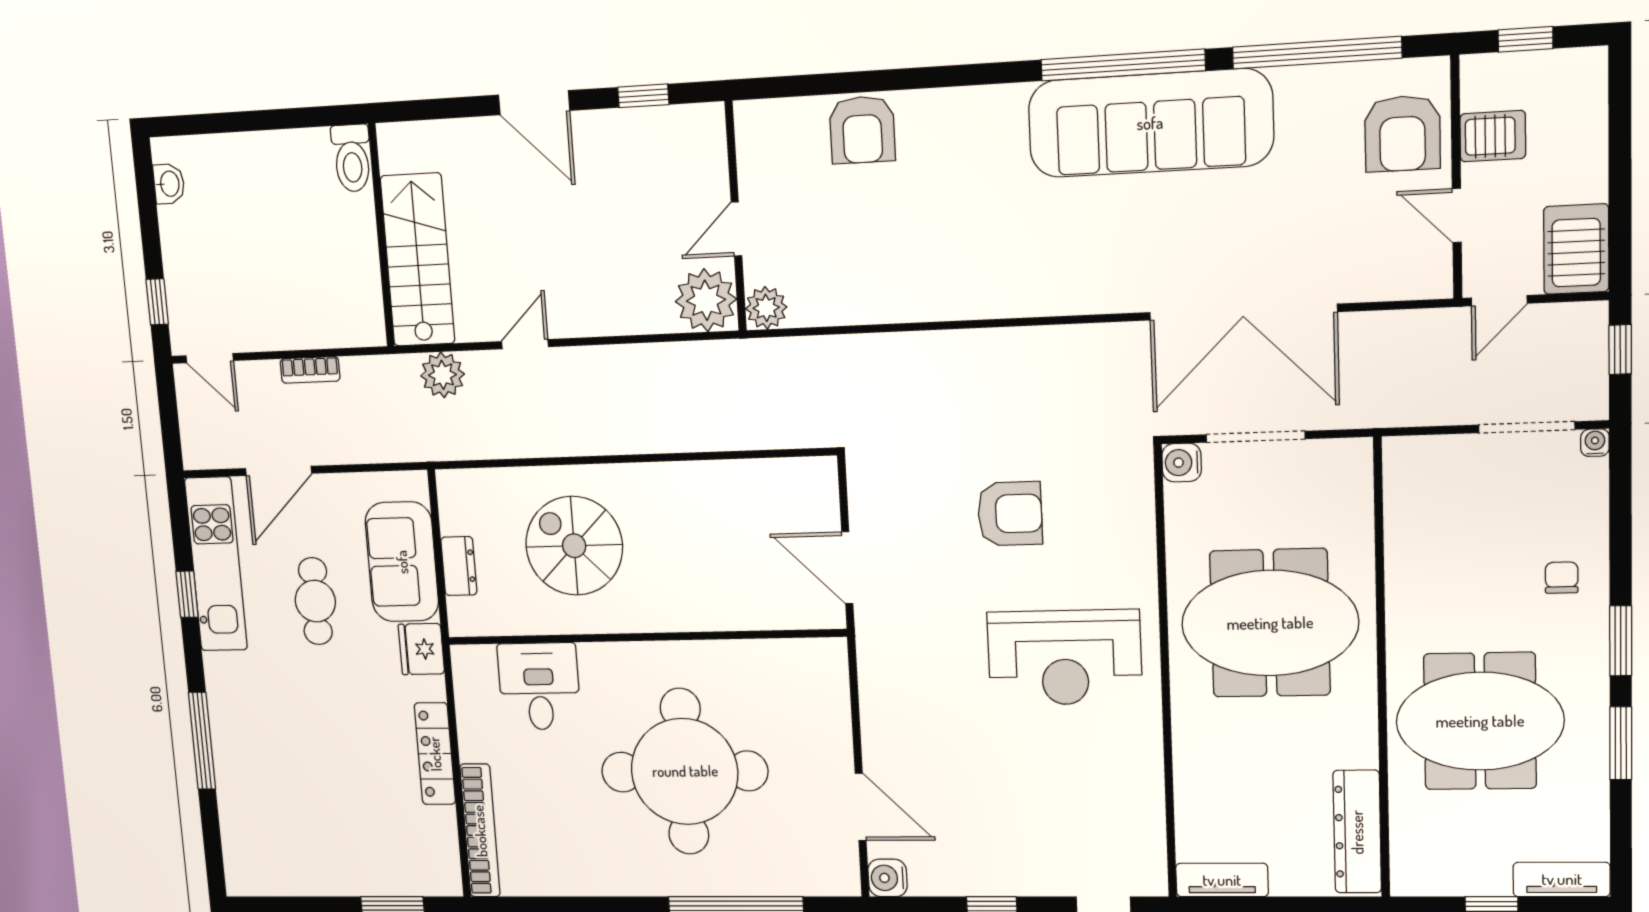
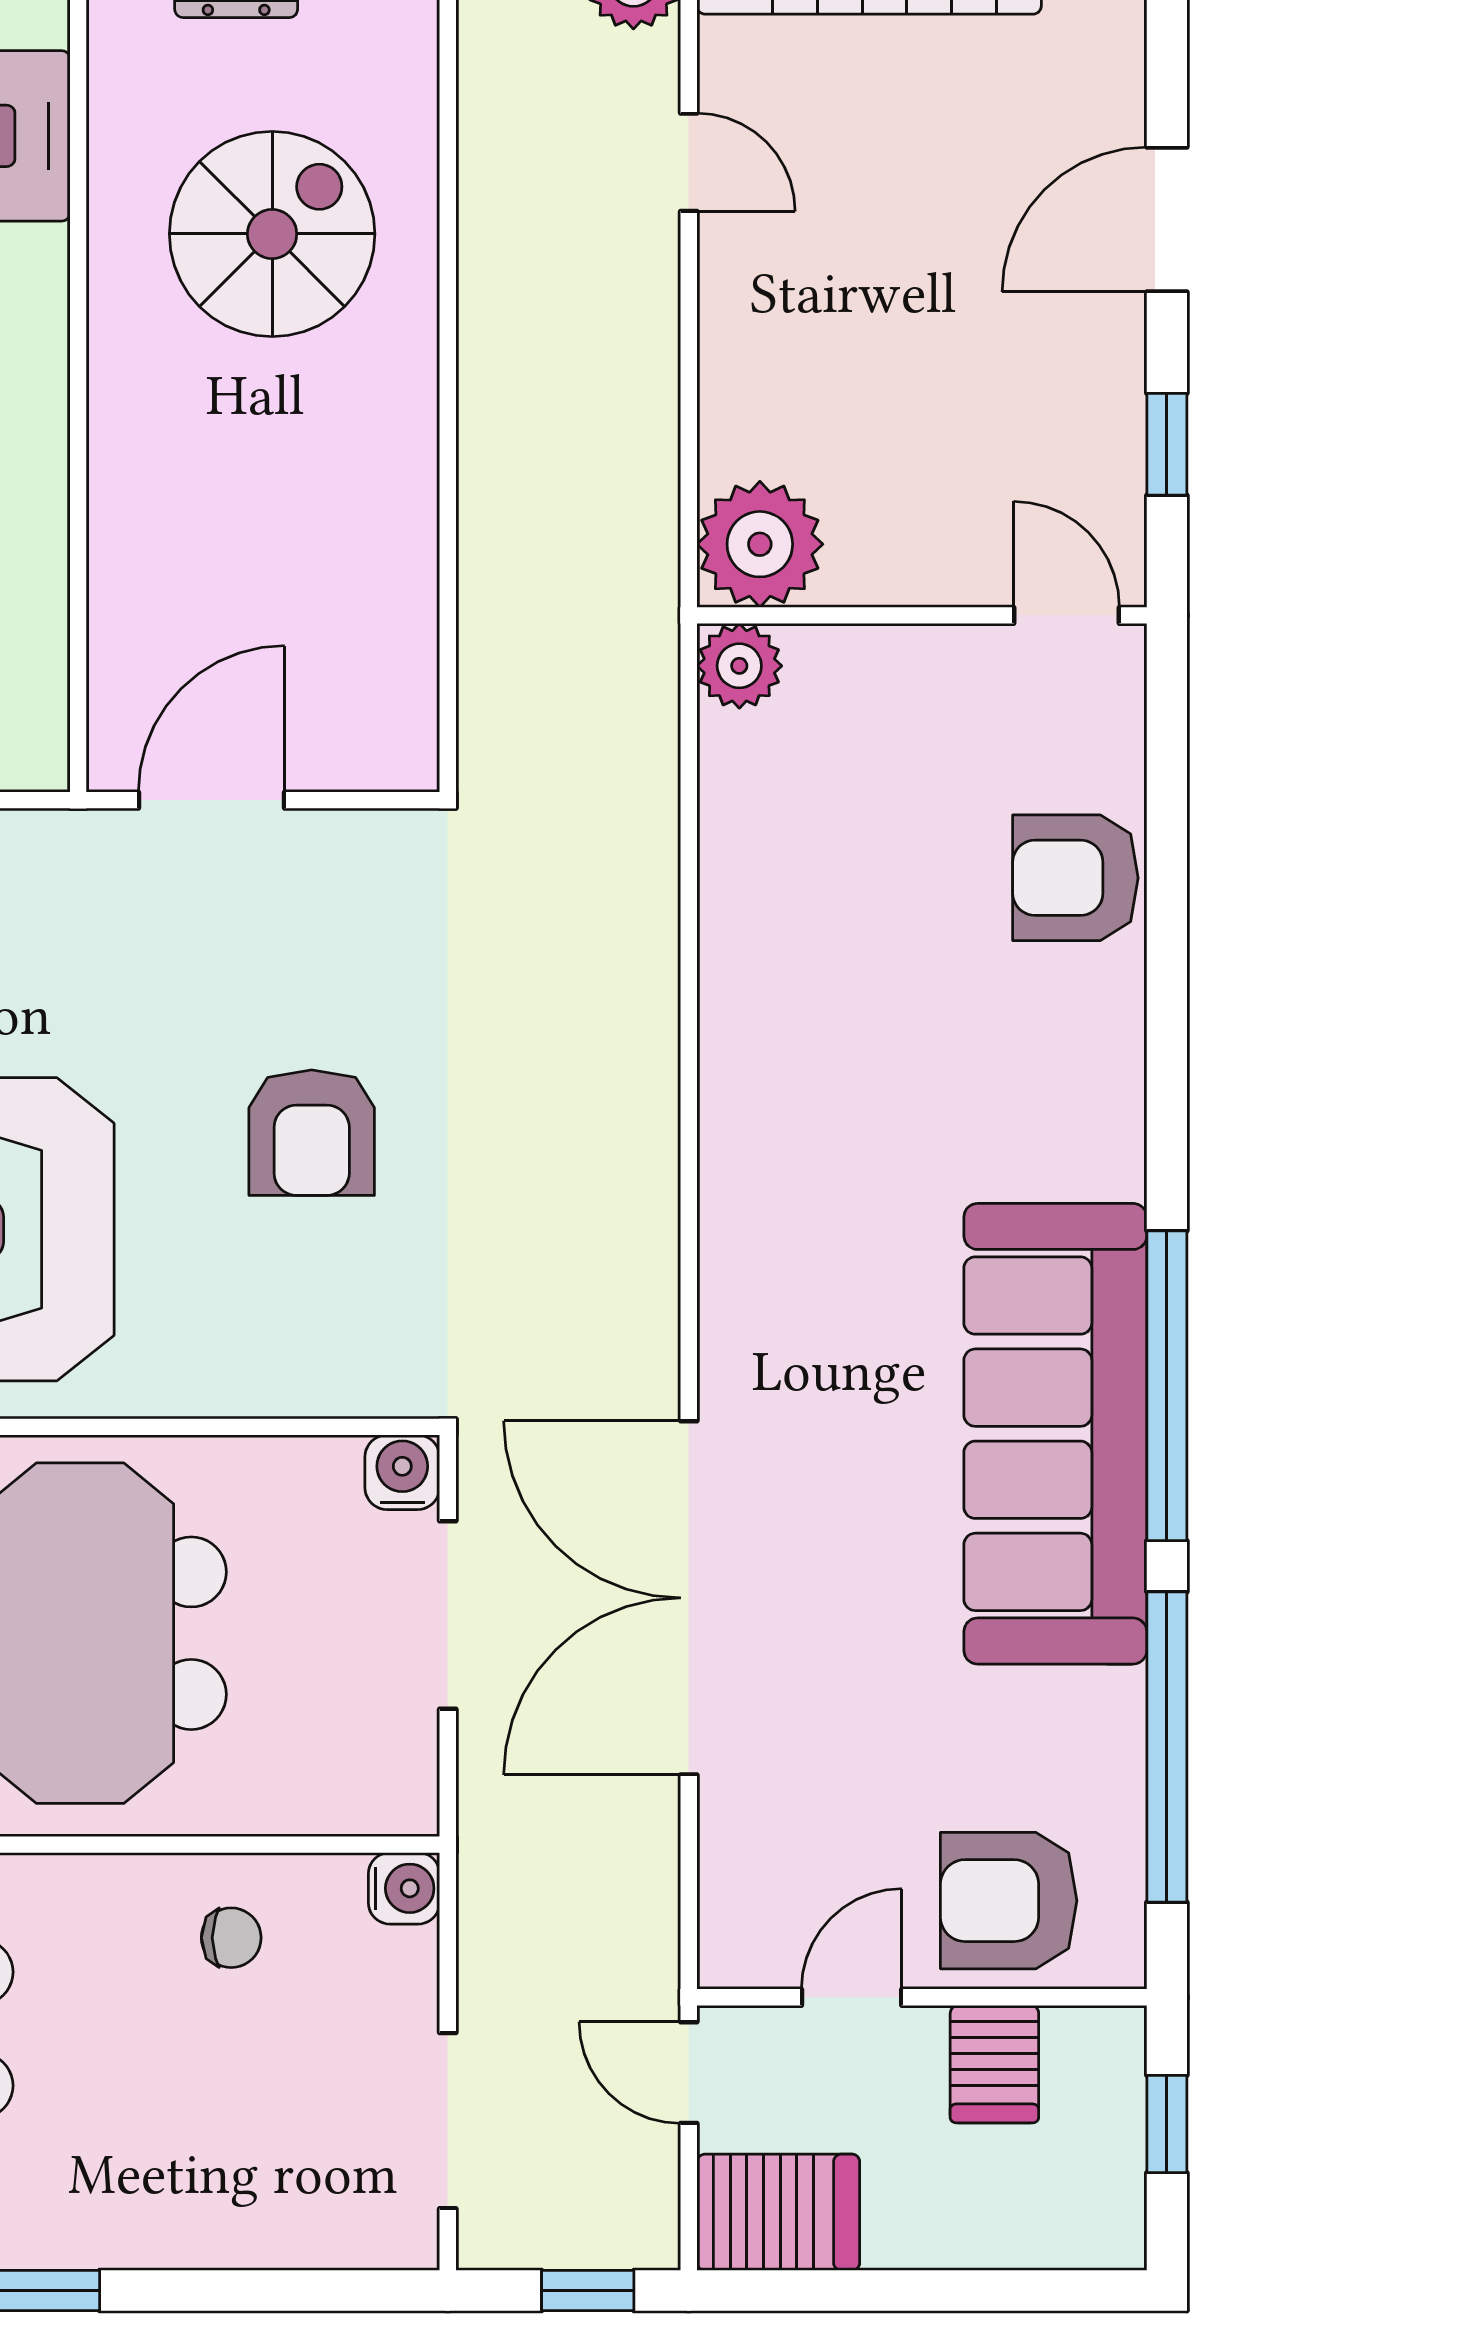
door: (736, 229) -> (1066, 615), moved
water cooler: (1595, 443) -> (404, 1888), moved, width x1.38, depth x1.38
chair: (1562, 578) -> (231, 1938), moved

